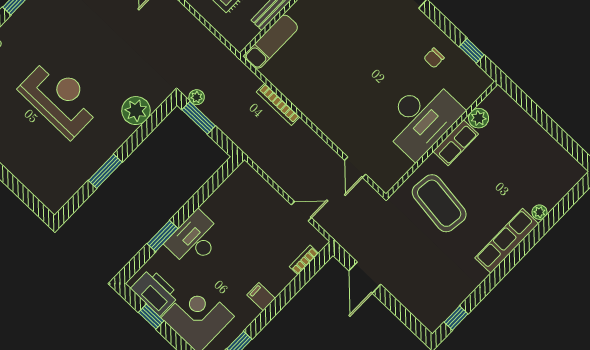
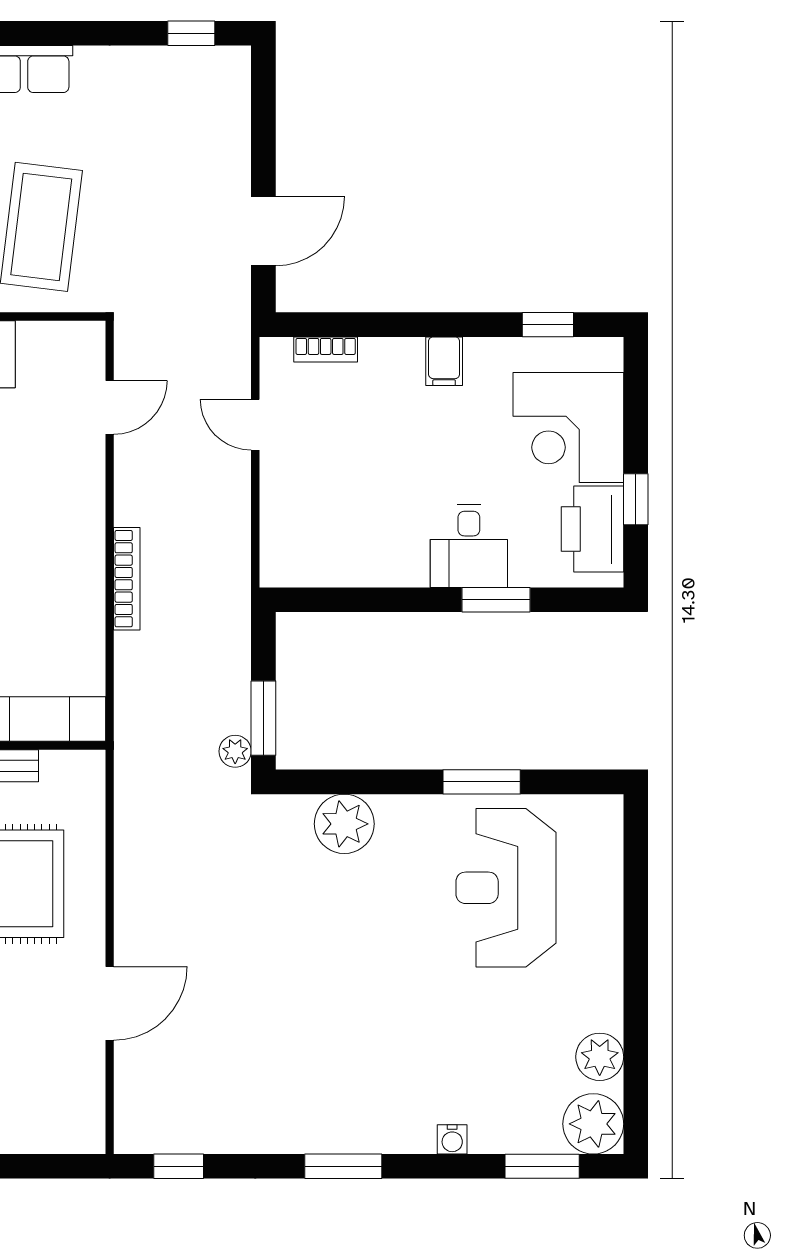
reception desk: (60, 98) -> (506, 888), moved
bookcase: (278, 104) -> (127, 579), moved
desk: (195, 239) -> (469, 546), width x0.73

